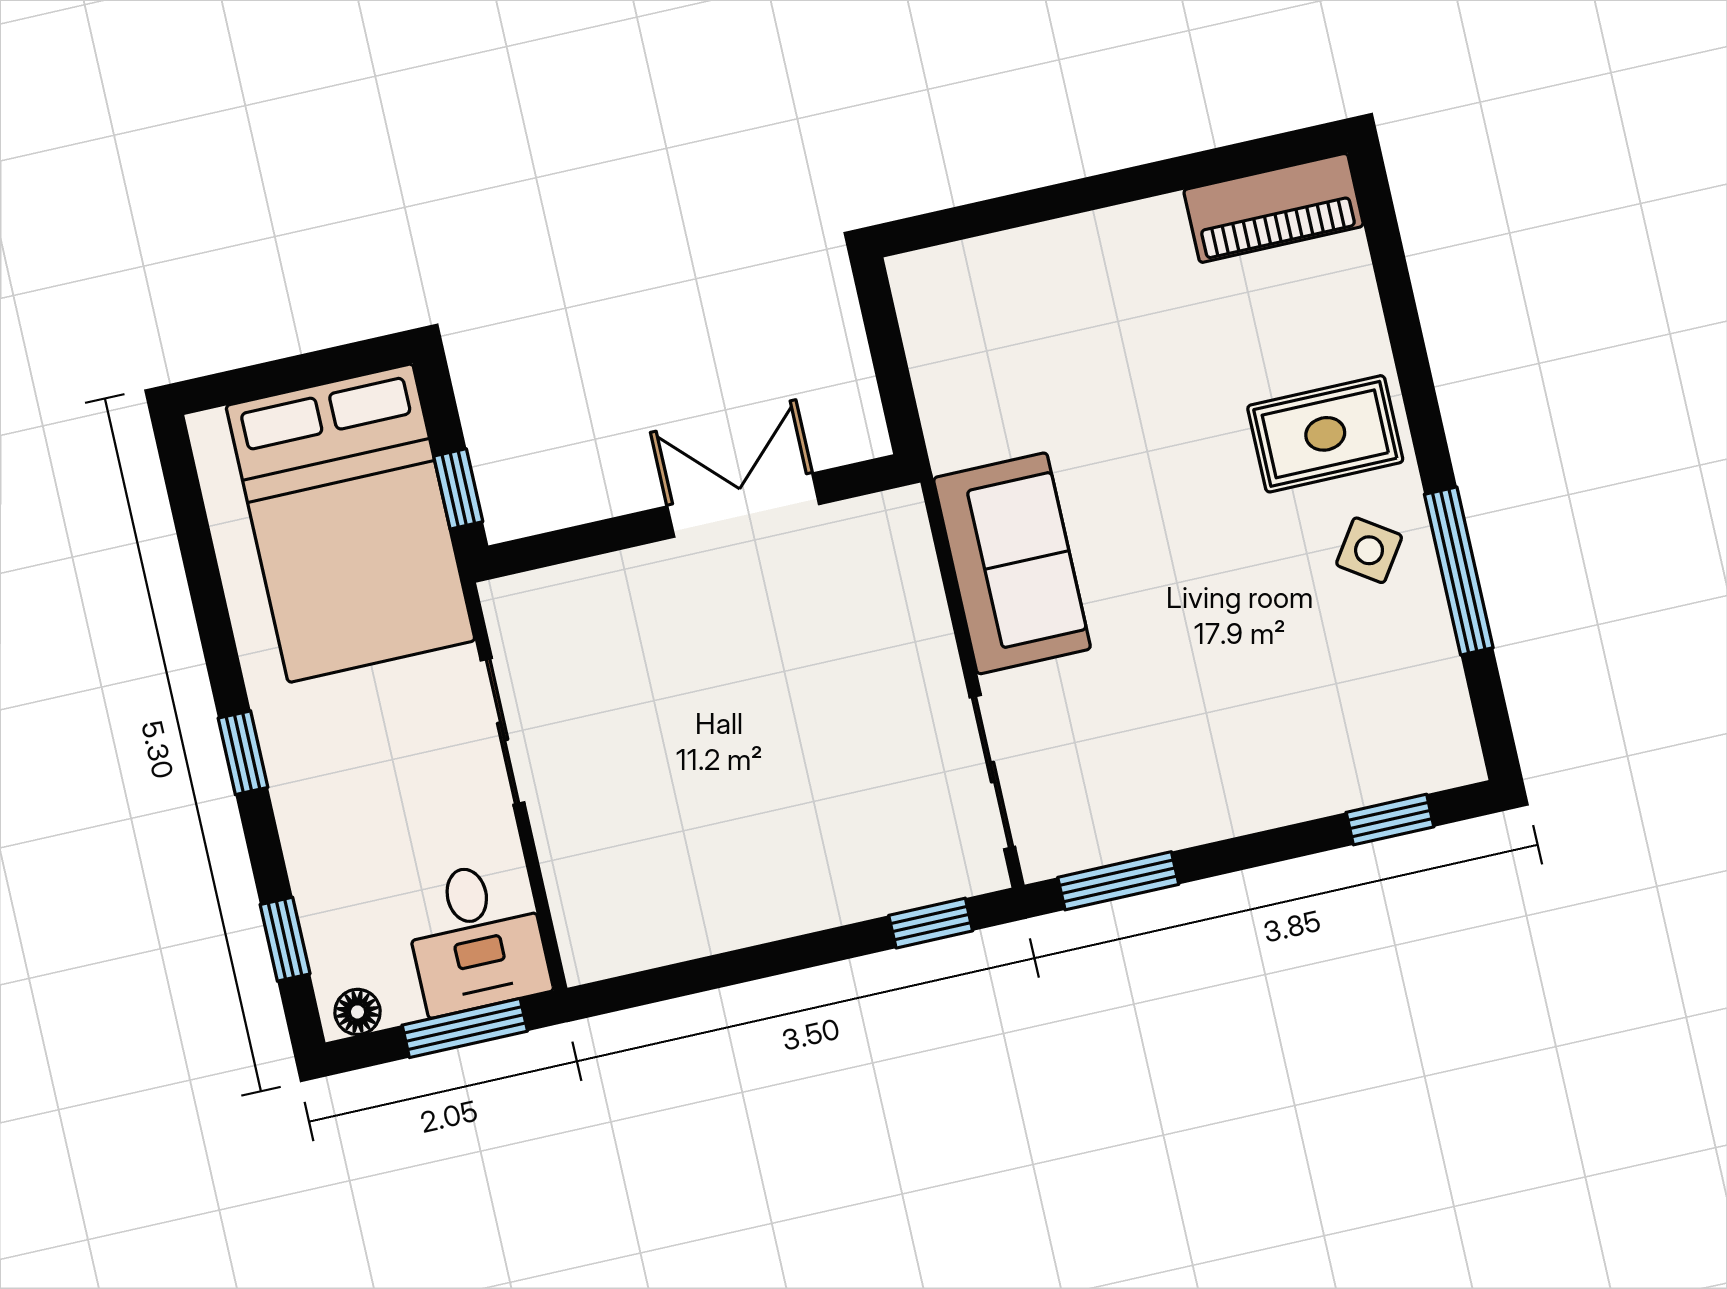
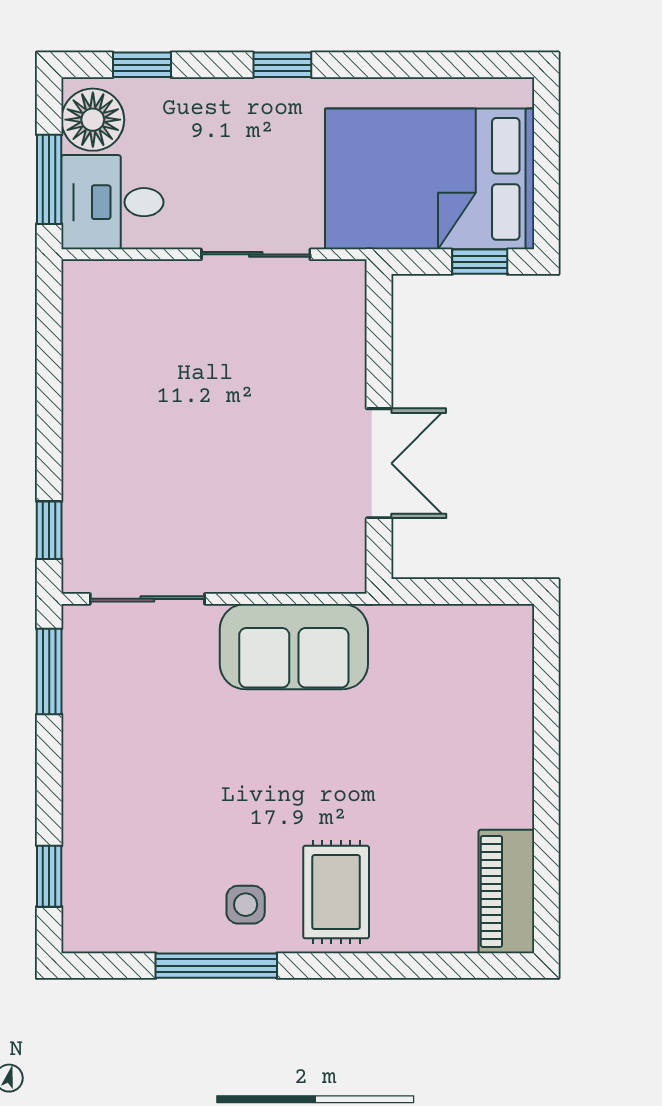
window: (458, 489) -> (480, 262), moved
side table: (1369, 550) -> (246, 905), turned -34
floor lamp: (357, 1012) -> (93, 120), width x1.89, depth x1.89

